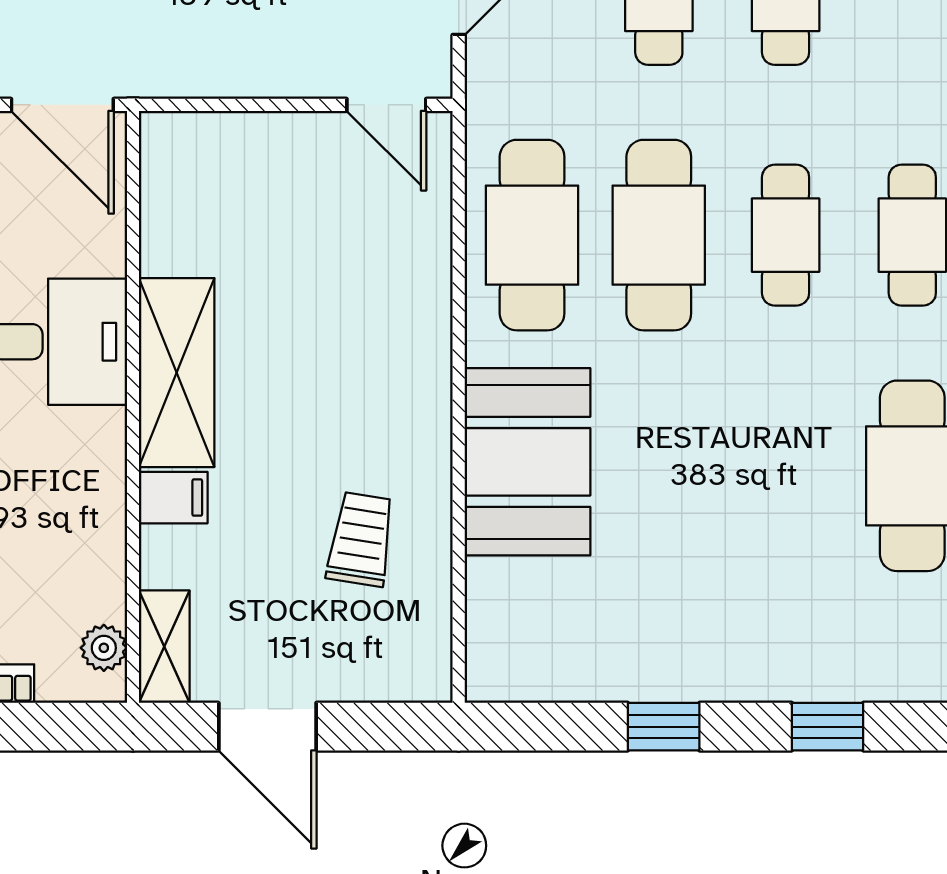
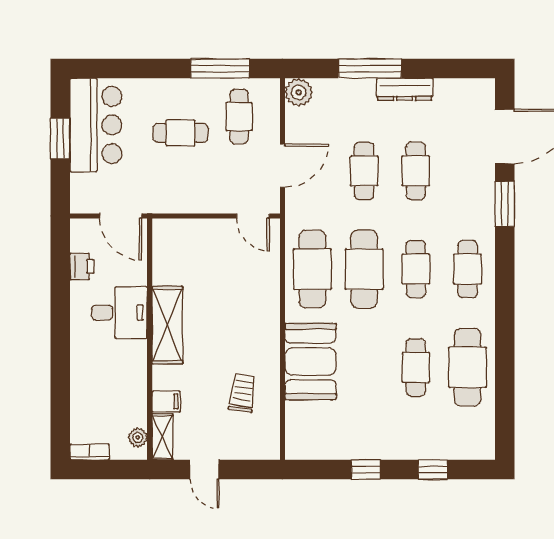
cafe table: (786, 476) -> (416, 367), added
filing cabinet: (173, 498) -> (166, 402), moved
door: (267, 727) -> (204, 470), width x0.73

